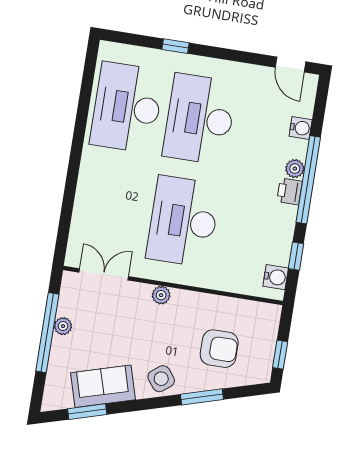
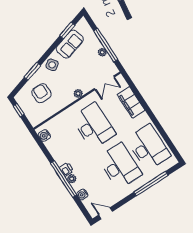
window: (175, 46) -> (151, 184), width x3.17
filing cabinet: (90, 205) -> (131, 102), added
window: (296, 256) -> (44, 149), removed
armchair: (219, 349) -> (42, 93), turned 90

